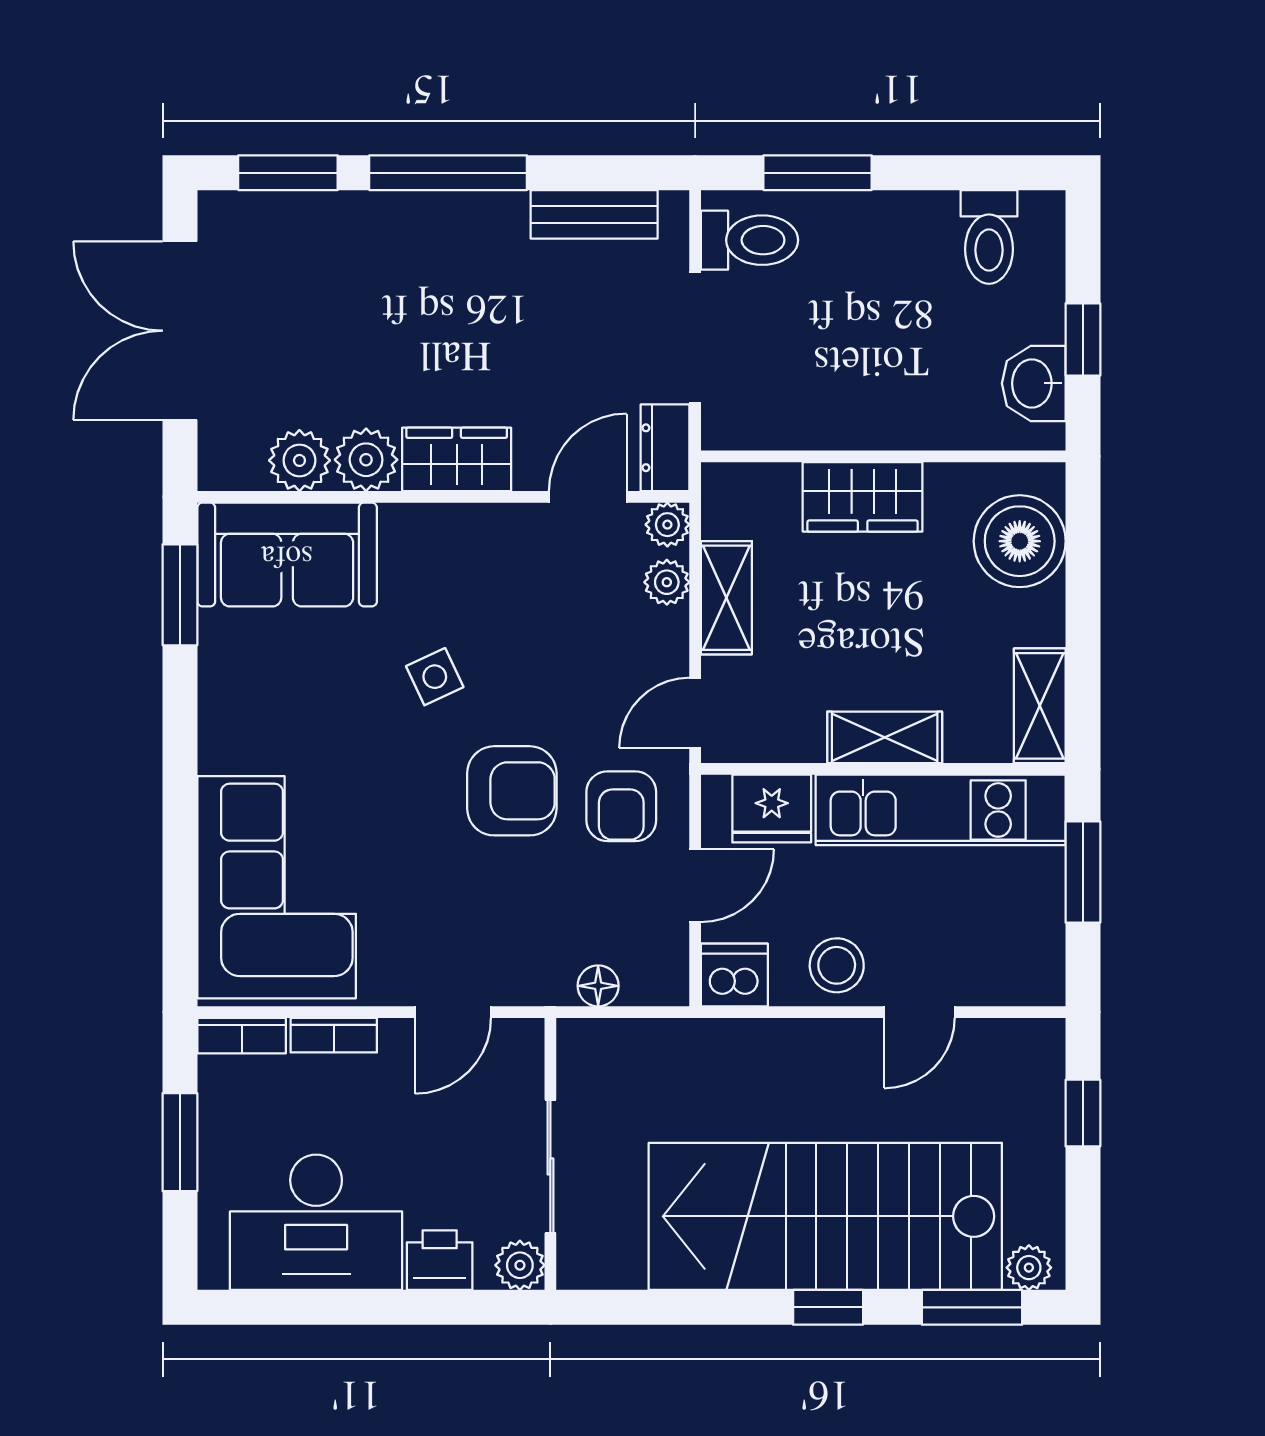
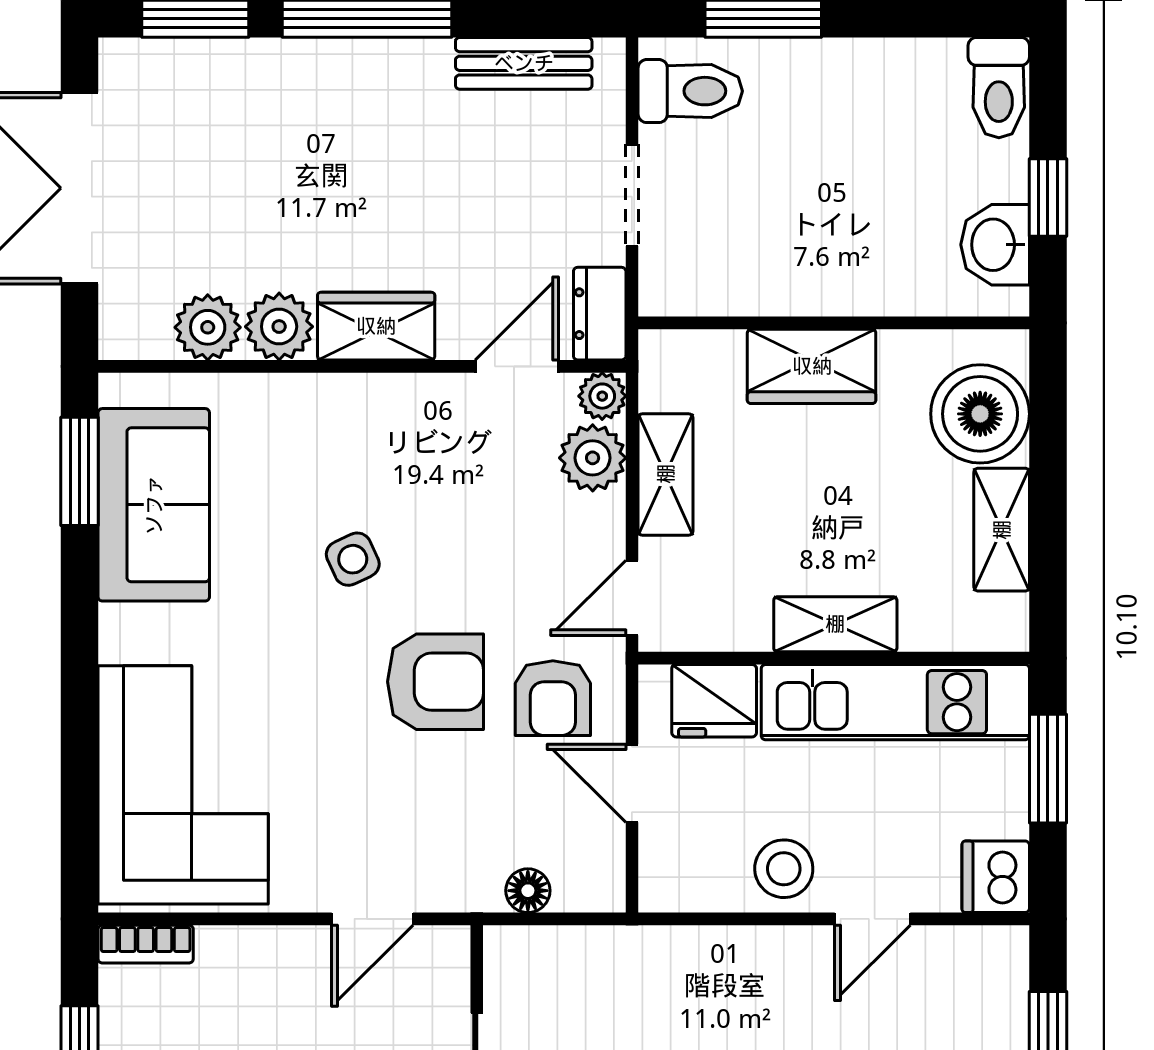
toilet: (989, 237) -> (999, 88), moved
doorway: (695, 337) -> (632, 195), width x0.73
sofa: (287, 555) -> (154, 505), moved, turned -90
plant: (667, 582) -> (593, 458), width x1.38, depth x1.38
shelving: (1040, 706) -> (1002, 530), moved
door: (695, 886) -> (632, 783), swing flipped
dishwasher: (734, 975) -> (996, 877), moved, turned -90
bookcase: (334, 1035) -> (244, 944), removed

